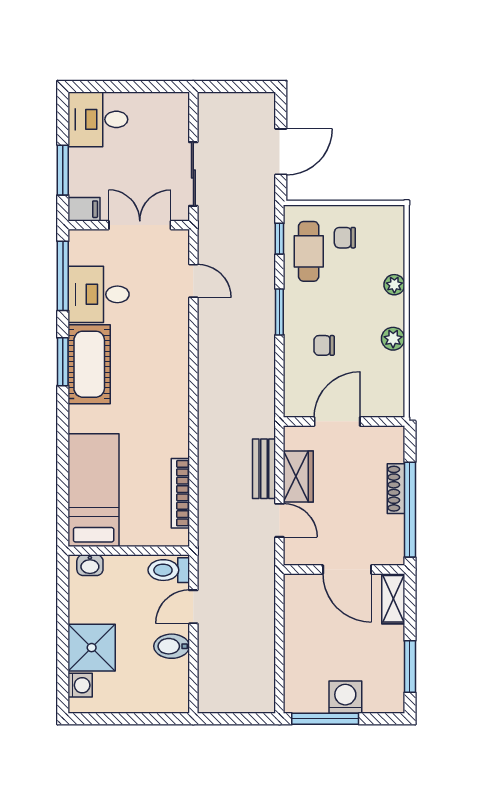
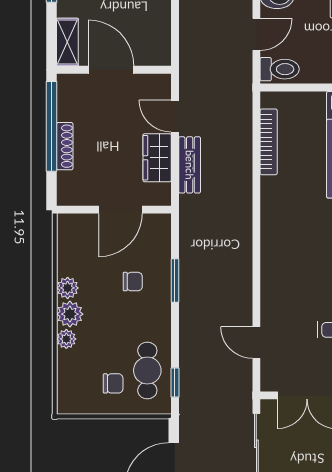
plant: (391, 311) -> (70, 314), added
window: (279, 312) -> (175, 280), moved

